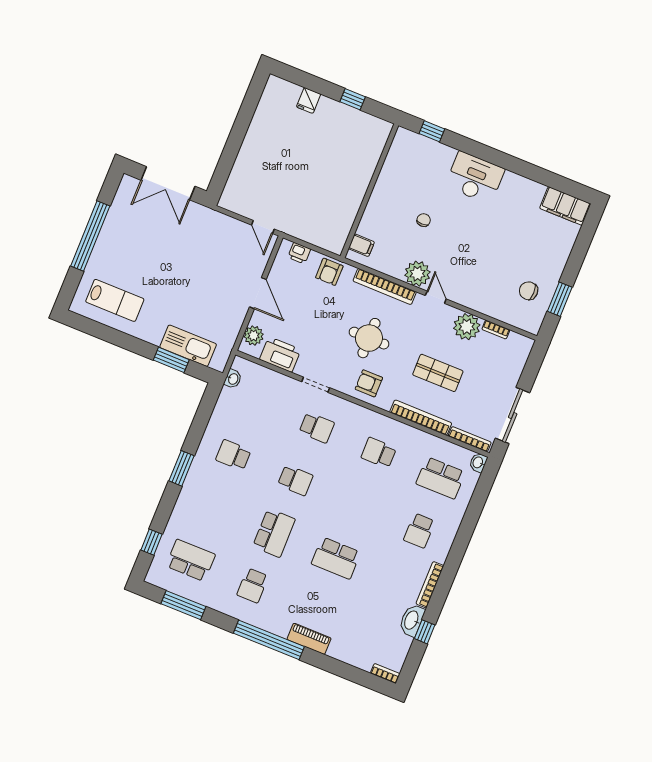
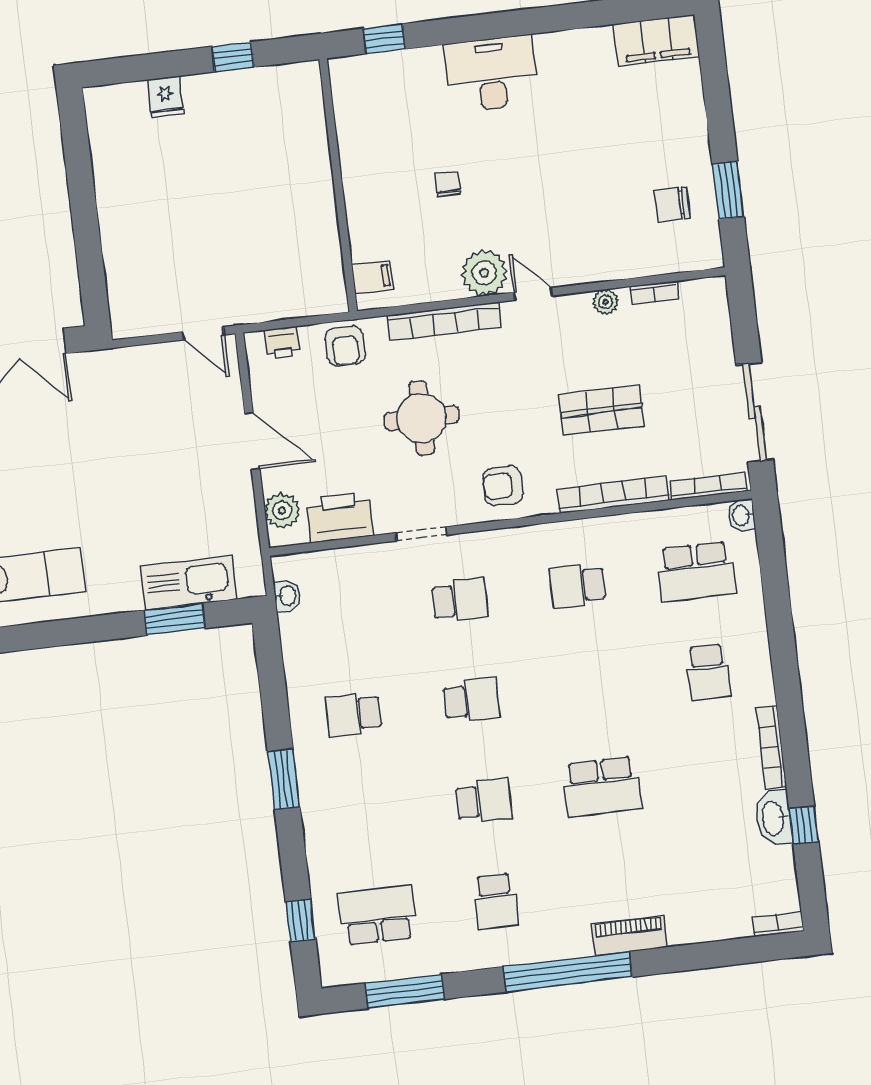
plant: (467, 327) -> (605, 302), width x0.53, depth x0.53
round table: (369, 338) -> (422, 418), moved
school desk: (274, 533) -> (484, 801), width x0.54

